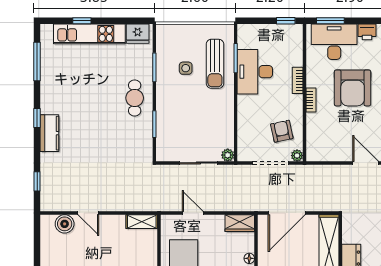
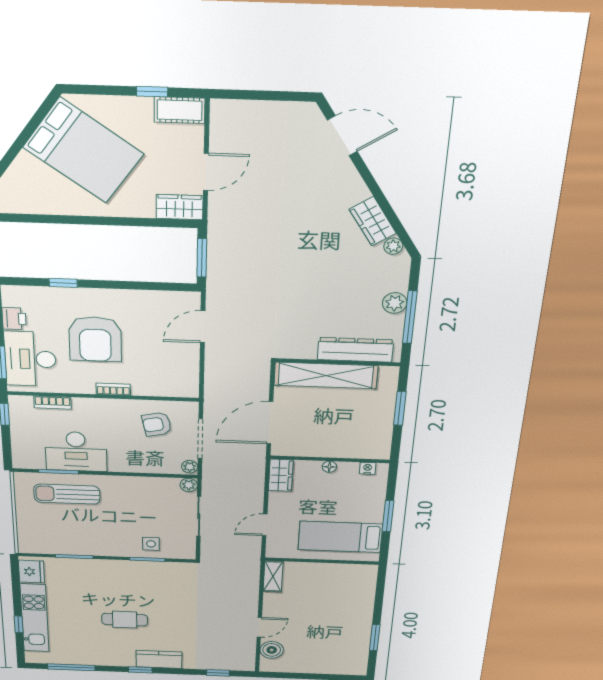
sun lounger: (215, 64) -> (67, 494), turned 180
side table: (186, 68) -> (151, 544), moved
bookcase: (298, 80) -> (53, 403), moved
armchair: (353, 88) -> (95, 339), turned 90
cafe table: (135, 98) -> (125, 620), moved
plant: (297, 156) -> (190, 467), moved
door: (287, 213) -> (270, 423), swing flipped

